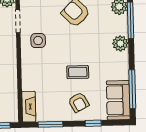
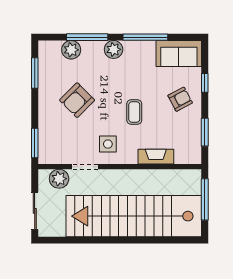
coffee table: (78, 72) -> (134, 112), moved
window: (132, 89) -> (145, 37), moved
fireplace: (29, 107) -> (156, 157), moved

